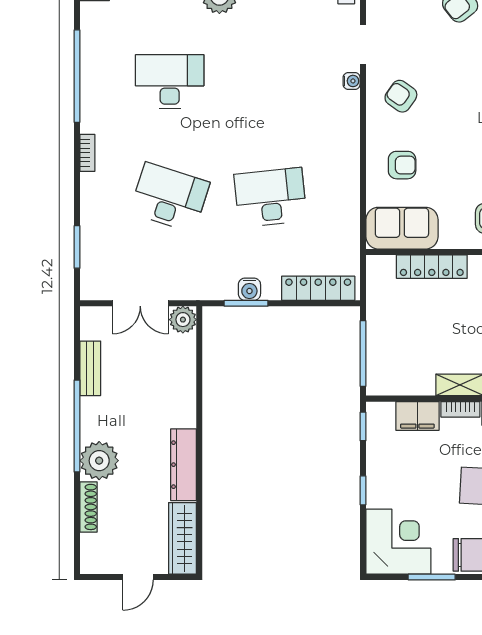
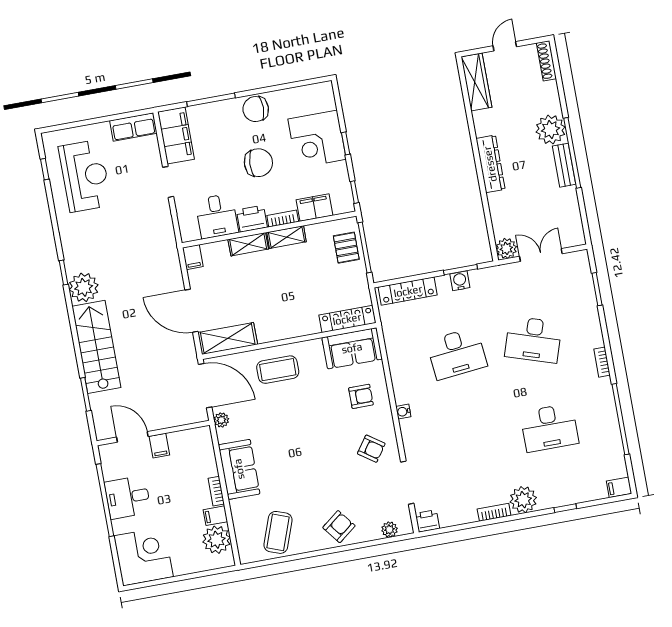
doorway: (363, 45) -> (407, 483), width x1.38
water cooler: (352, 81) -> (403, 412), moved
armchair: (402, 165) -> (361, 396), turned 180
locker: (432, 267) -> (347, 319), moved
pallet: (386, 358) -> (346, 248), added
bench: (90, 368) -> (564, 165), moved
dresser: (183, 465) -> (490, 164), moved
shoe rack: (88, 507) -> (546, 61), moved
corner desk: (398, 542) -> (317, 139), moved
window: (432, 577) -> (281, 87), removed

